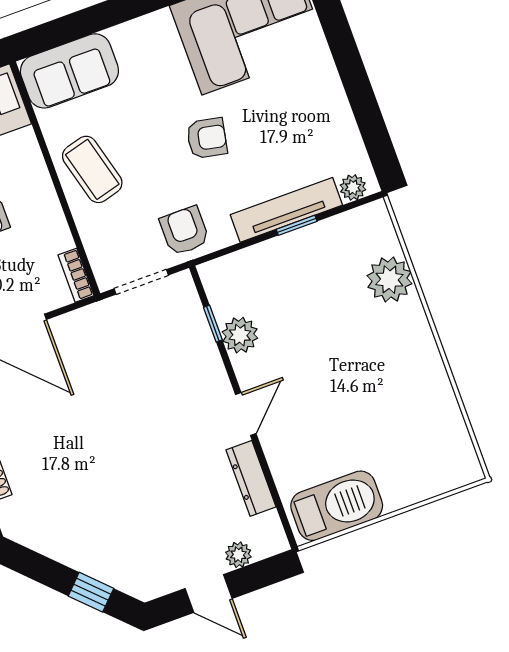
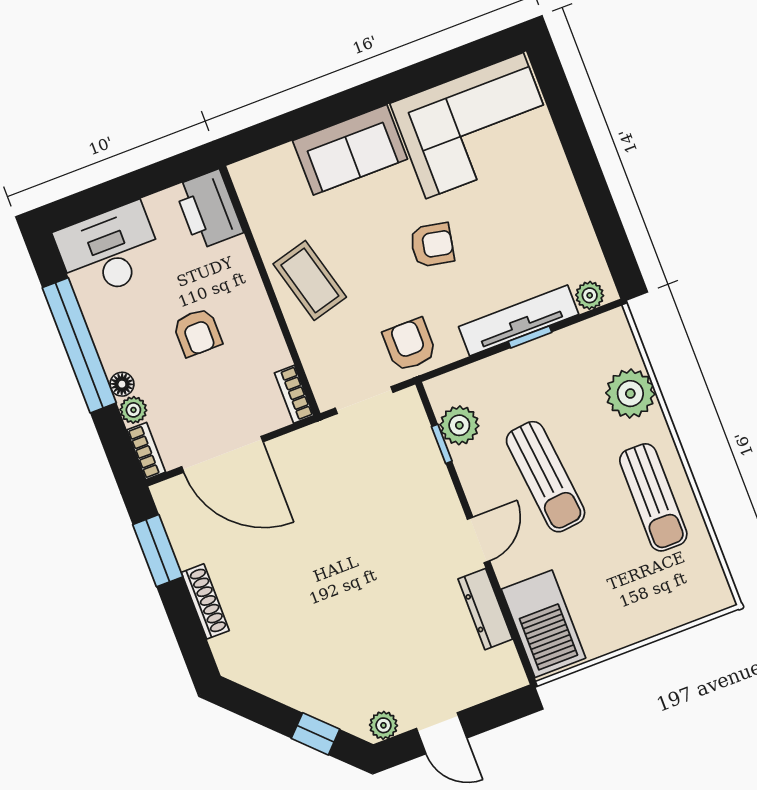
sofa: (69, 71) -> (350, 150), moved
plant: (240, 335) -> (459, 425), moved
sun lounger: (309, 356) -> (546, 477), added
sun lounger: (409, 377) -> (653, 497), added
barbecue: (337, 506) -> (543, 624), moved, turned 90
plant: (238, 555) -> (383, 725), moved

